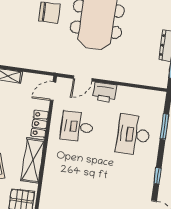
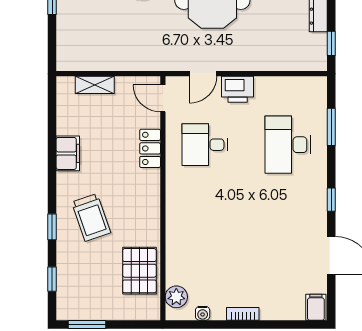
door: (53, 91) -> (163, 98), hinge flipped
shelving: (33, 160) -> (148, 202), removed

